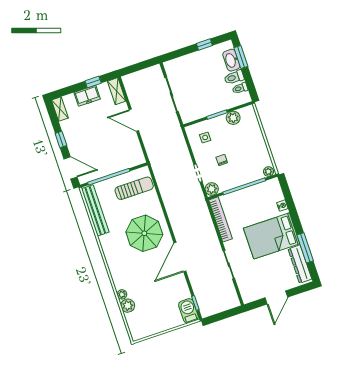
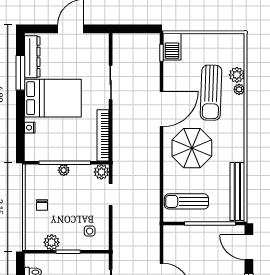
chair: (222, 160) -> (42, 205), moved
plant: (268, 172) -> (64, 170), moved
sun lounger: (144, 284) -> (211, 93), added

